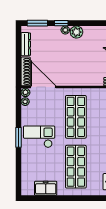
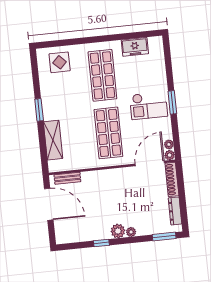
window: (61, 23) -> (101, 243), moved
door: (43, 87) -> (150, 163), swing flipped

